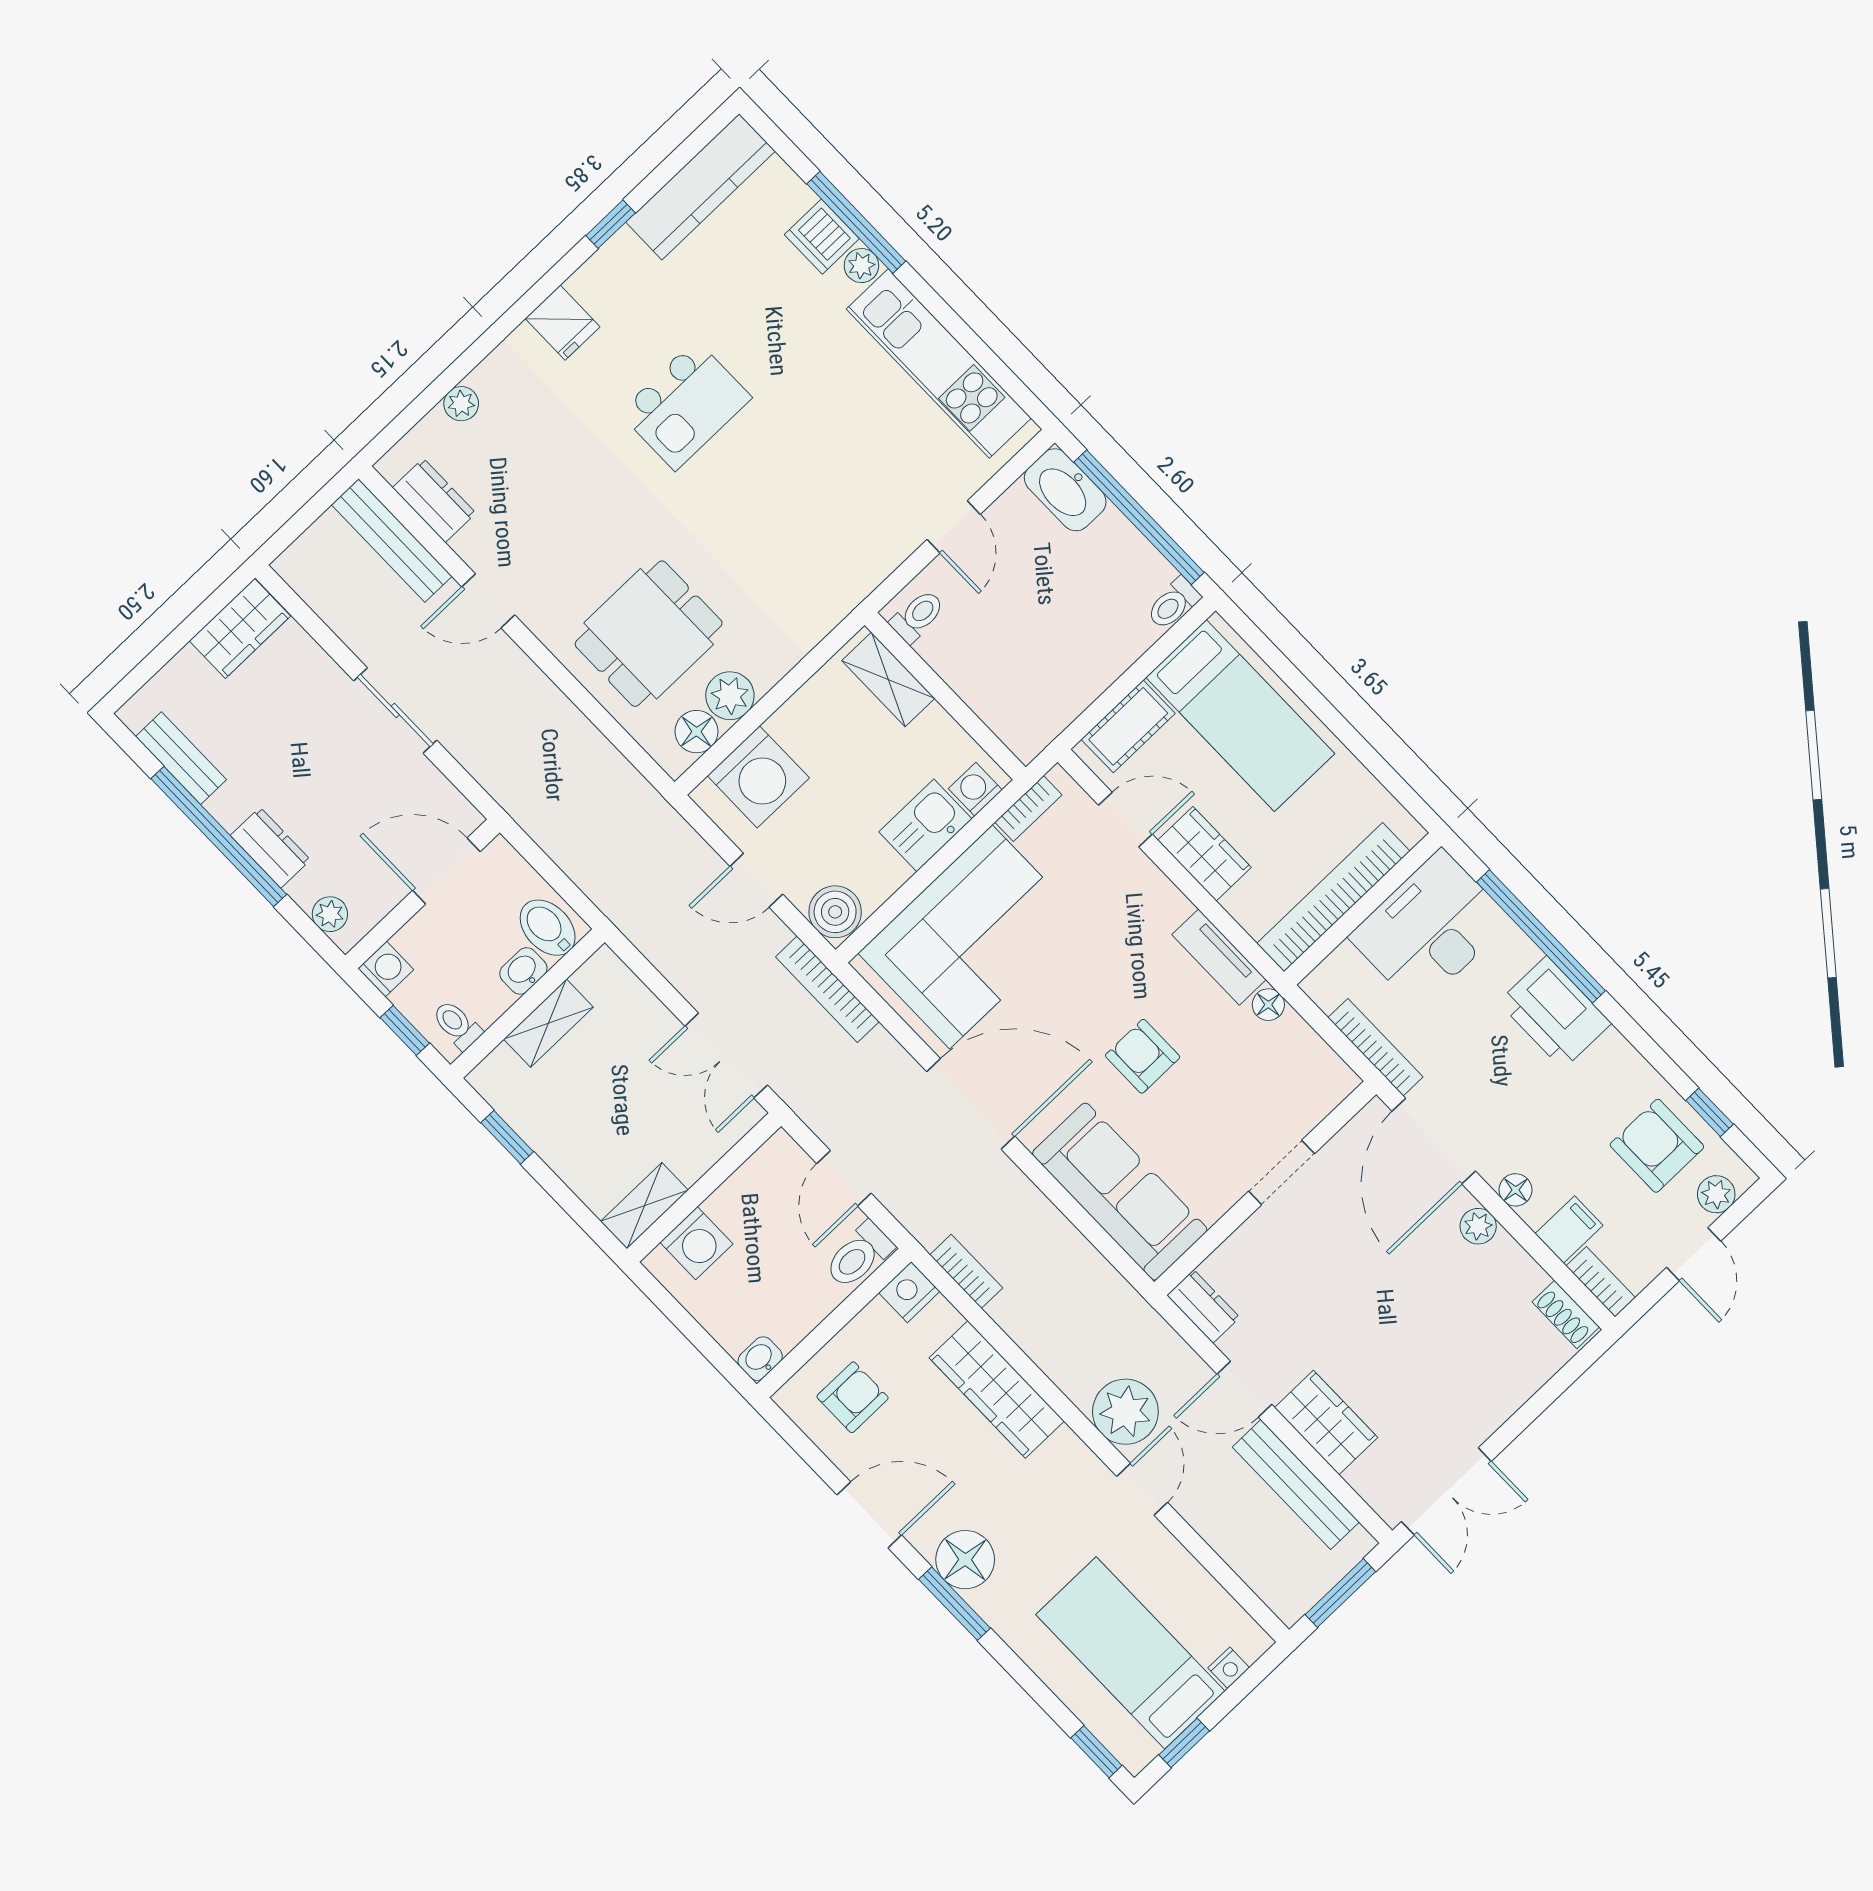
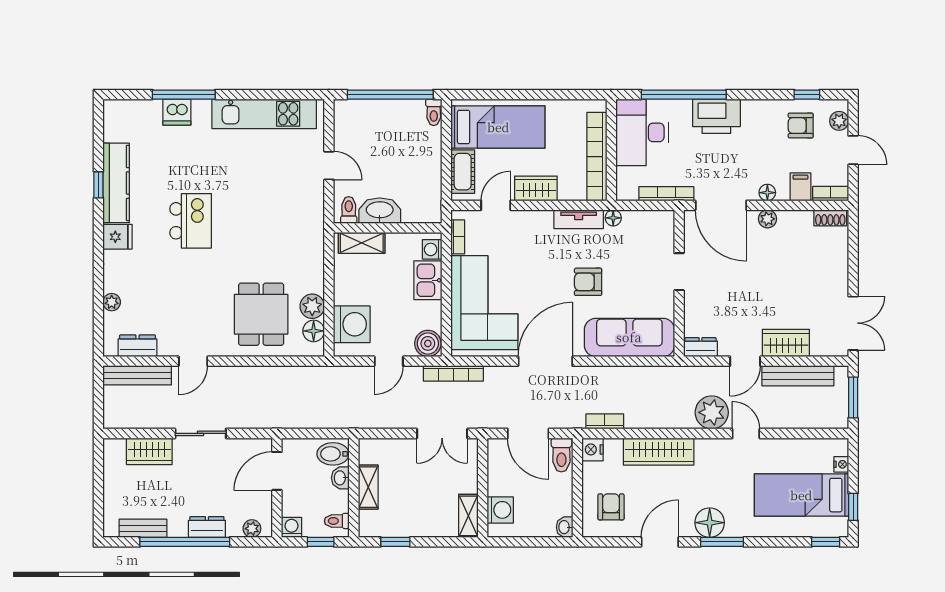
kitchen counter: (701, 187) -> (116, 183), moved
plant: (861, 266) -> (201, 108), removed
washbasin: (1065, 490) -> (380, 211), moved, turned 180
wardrobe: (240, 628) -> (149, 451), moved, turned 90
armchair: (1657, 1146) -> (801, 126), width x0.72, depth x0.72
door: (844, 1178) -> (528, 433), width x1.38

